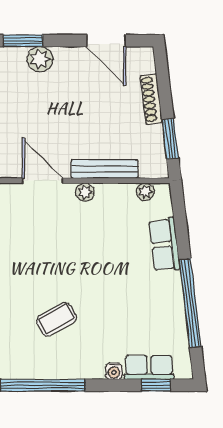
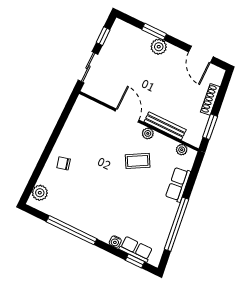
coffee table: (56, 319) -> (138, 161), moved

